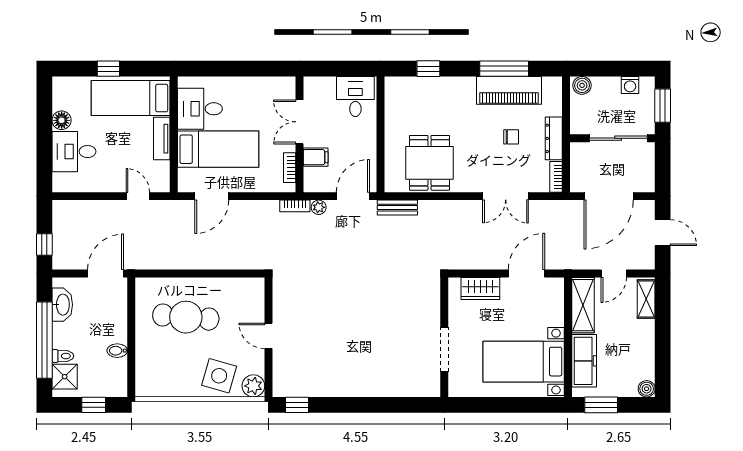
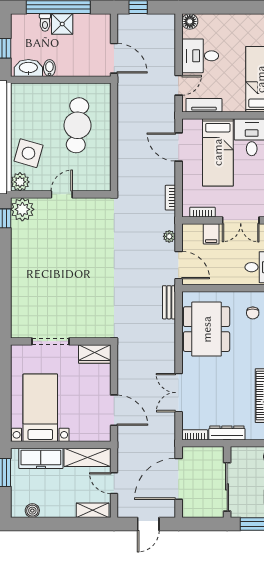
floor lamp: (62, 120) -> (190, 21), moved
double door: (299, 122) -> (241, 220), swing flipped
chair: (511, 137) -> (253, 313), moved
tv unit: (162, 139) -> (204, 105), moved
desk: (74, 152) -> (200, 56), moved, turned -90
dining table: (430, 163) -> (207, 329), width x1.38
door: (609, 196) -> (179, 479), hinge flipped
bookcase: (295, 206) -> (170, 198), moved
wardrobe: (480, 288) -> (95, 354), moved, turned -90
washbasin: (62, 305) -> (28, 68), moved, turned 180
shower: (65, 377) -> (62, 24), moved
plant: (286, 383) -> (22, 209), added
boiler: (647, 389) -> (32, 511), moved

